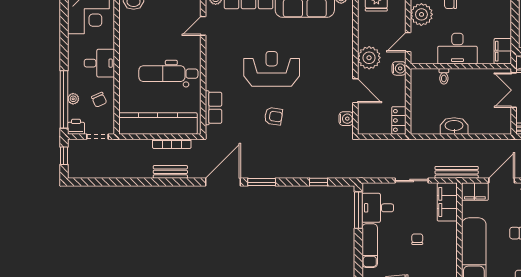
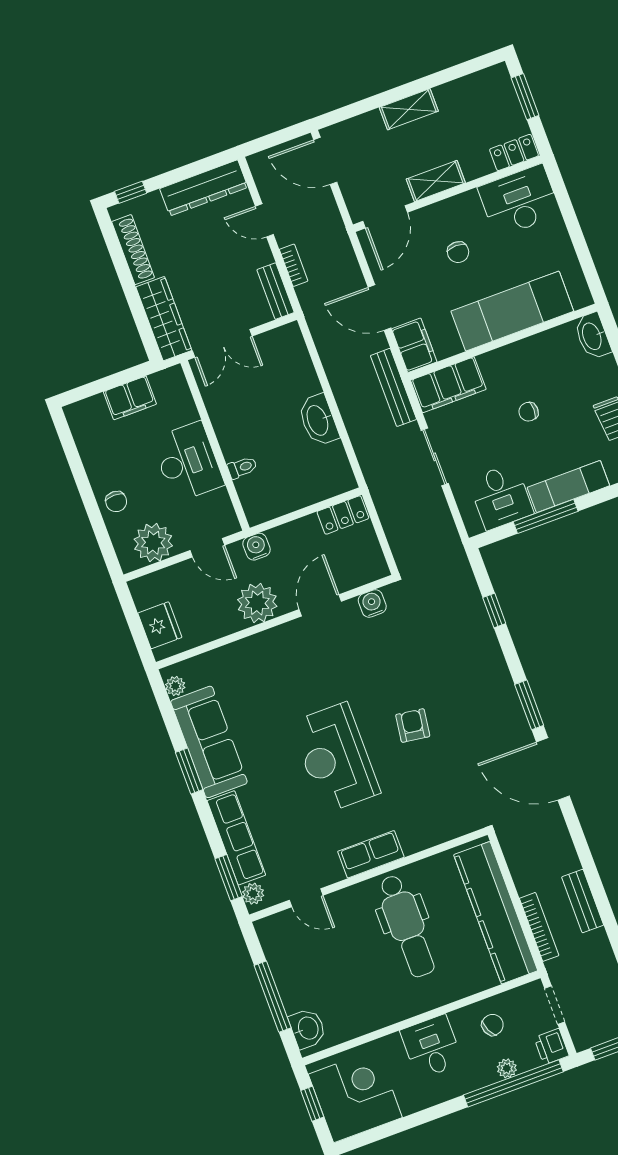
filing cabinet: (503, 51) -> (130, 398), moved
row of seats: (213, 108) -> (371, 854), moved
bookcase: (172, 144) -> (539, 927), moved
bench: (170, 172) -> (583, 901), moved
window: (358, 210) -> (546, 516), moved

